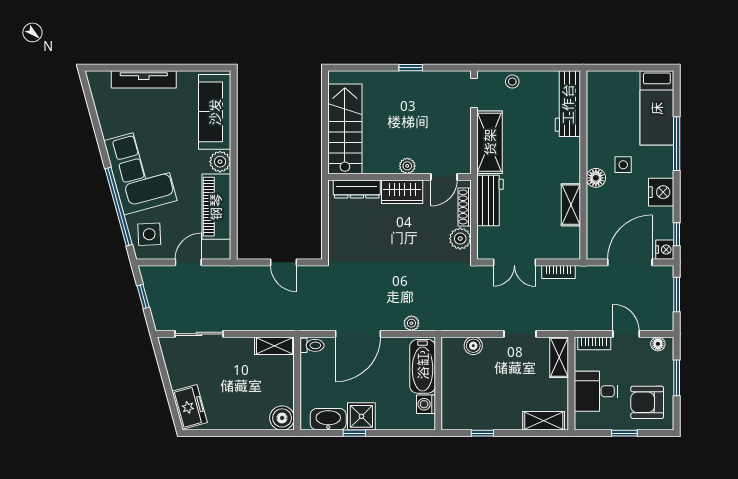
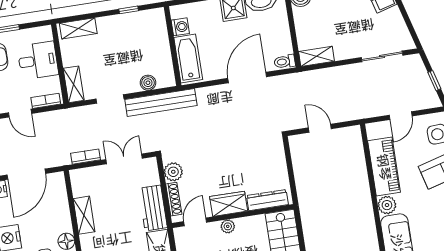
bench: (462, 321) -> (161, 102), added
plant: (411, 323) -> (203, 94), removed

